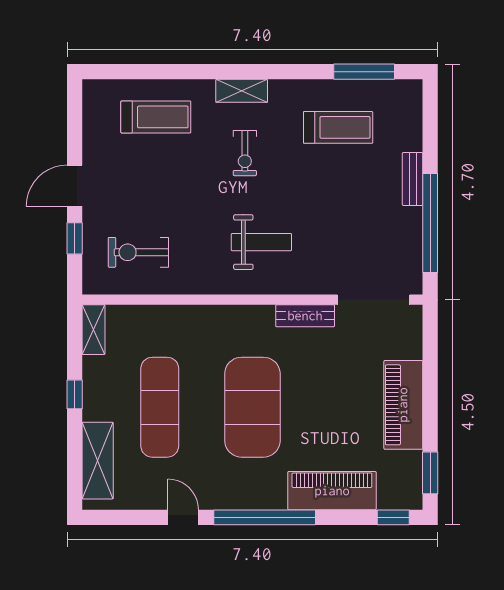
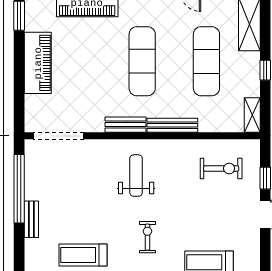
weight bench: (261, 242) -> (136, 176), turned 90
bench: (209, 315) -> (172, 125), added
bench: (305, 316) -> (125, 125), moved
exercise mat: (252, 407) -> (142, 61), width x0.68

